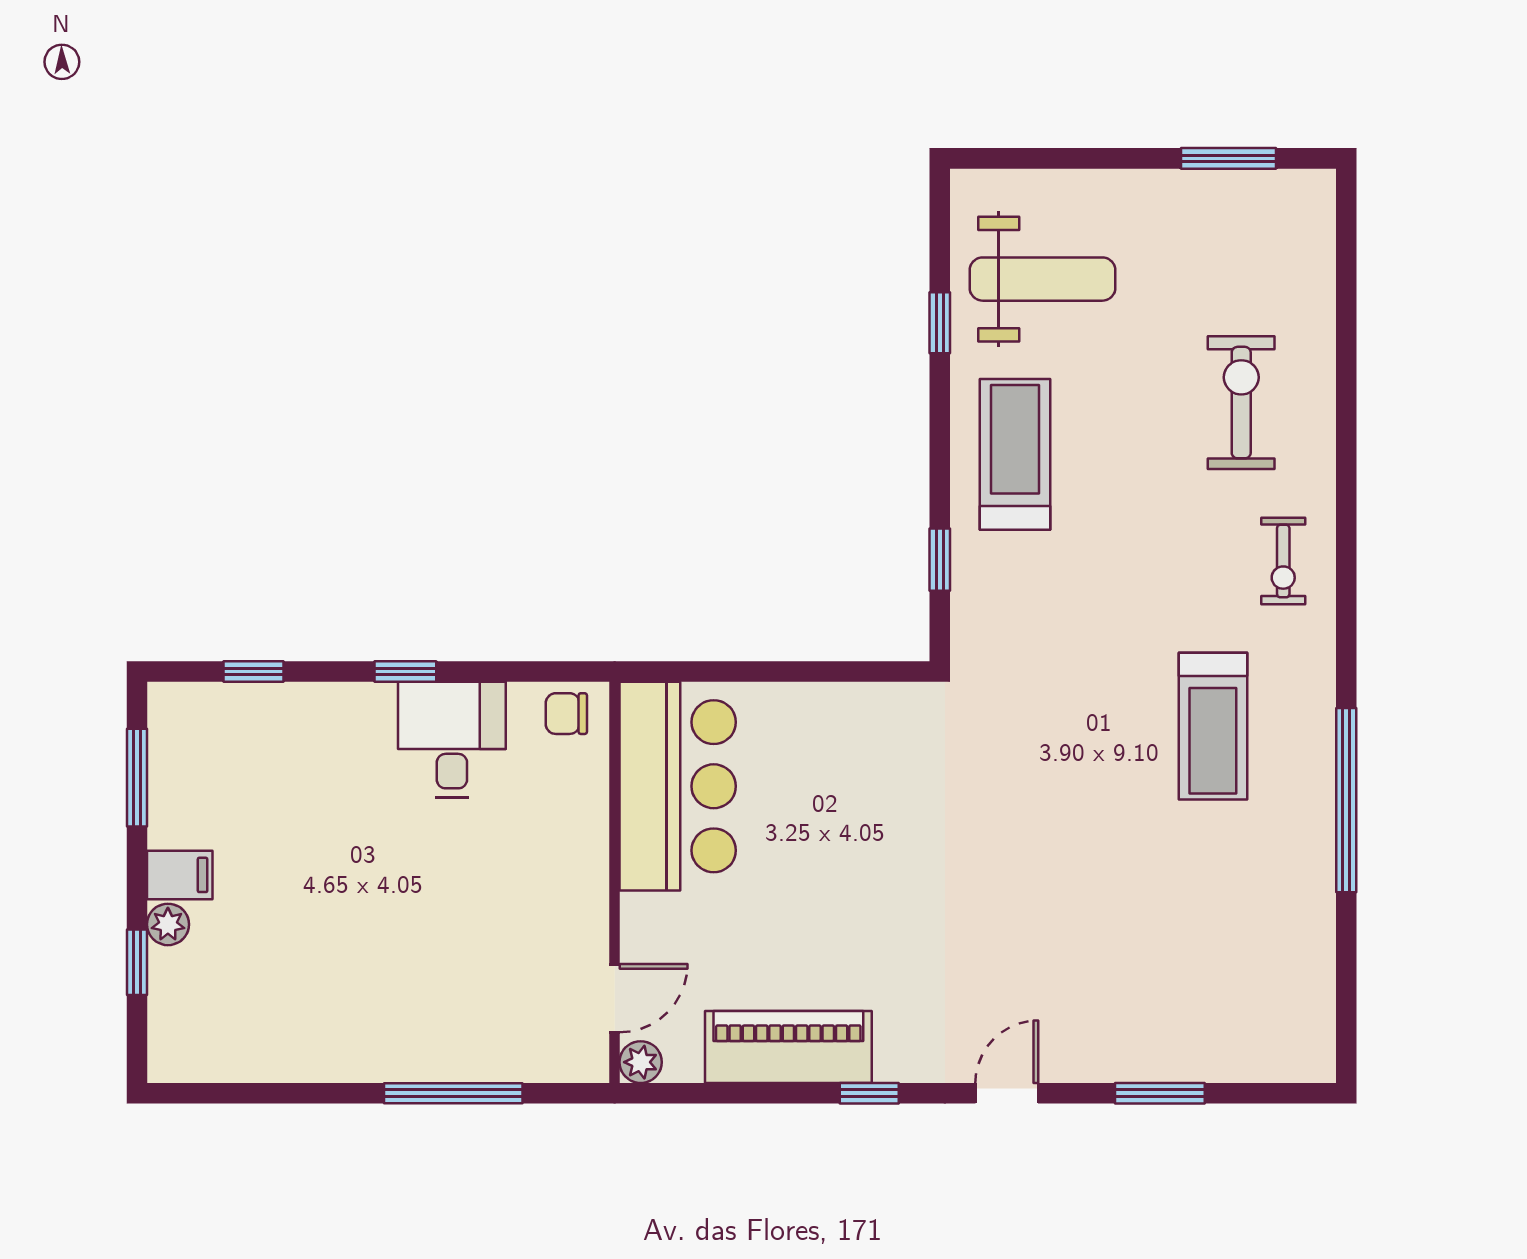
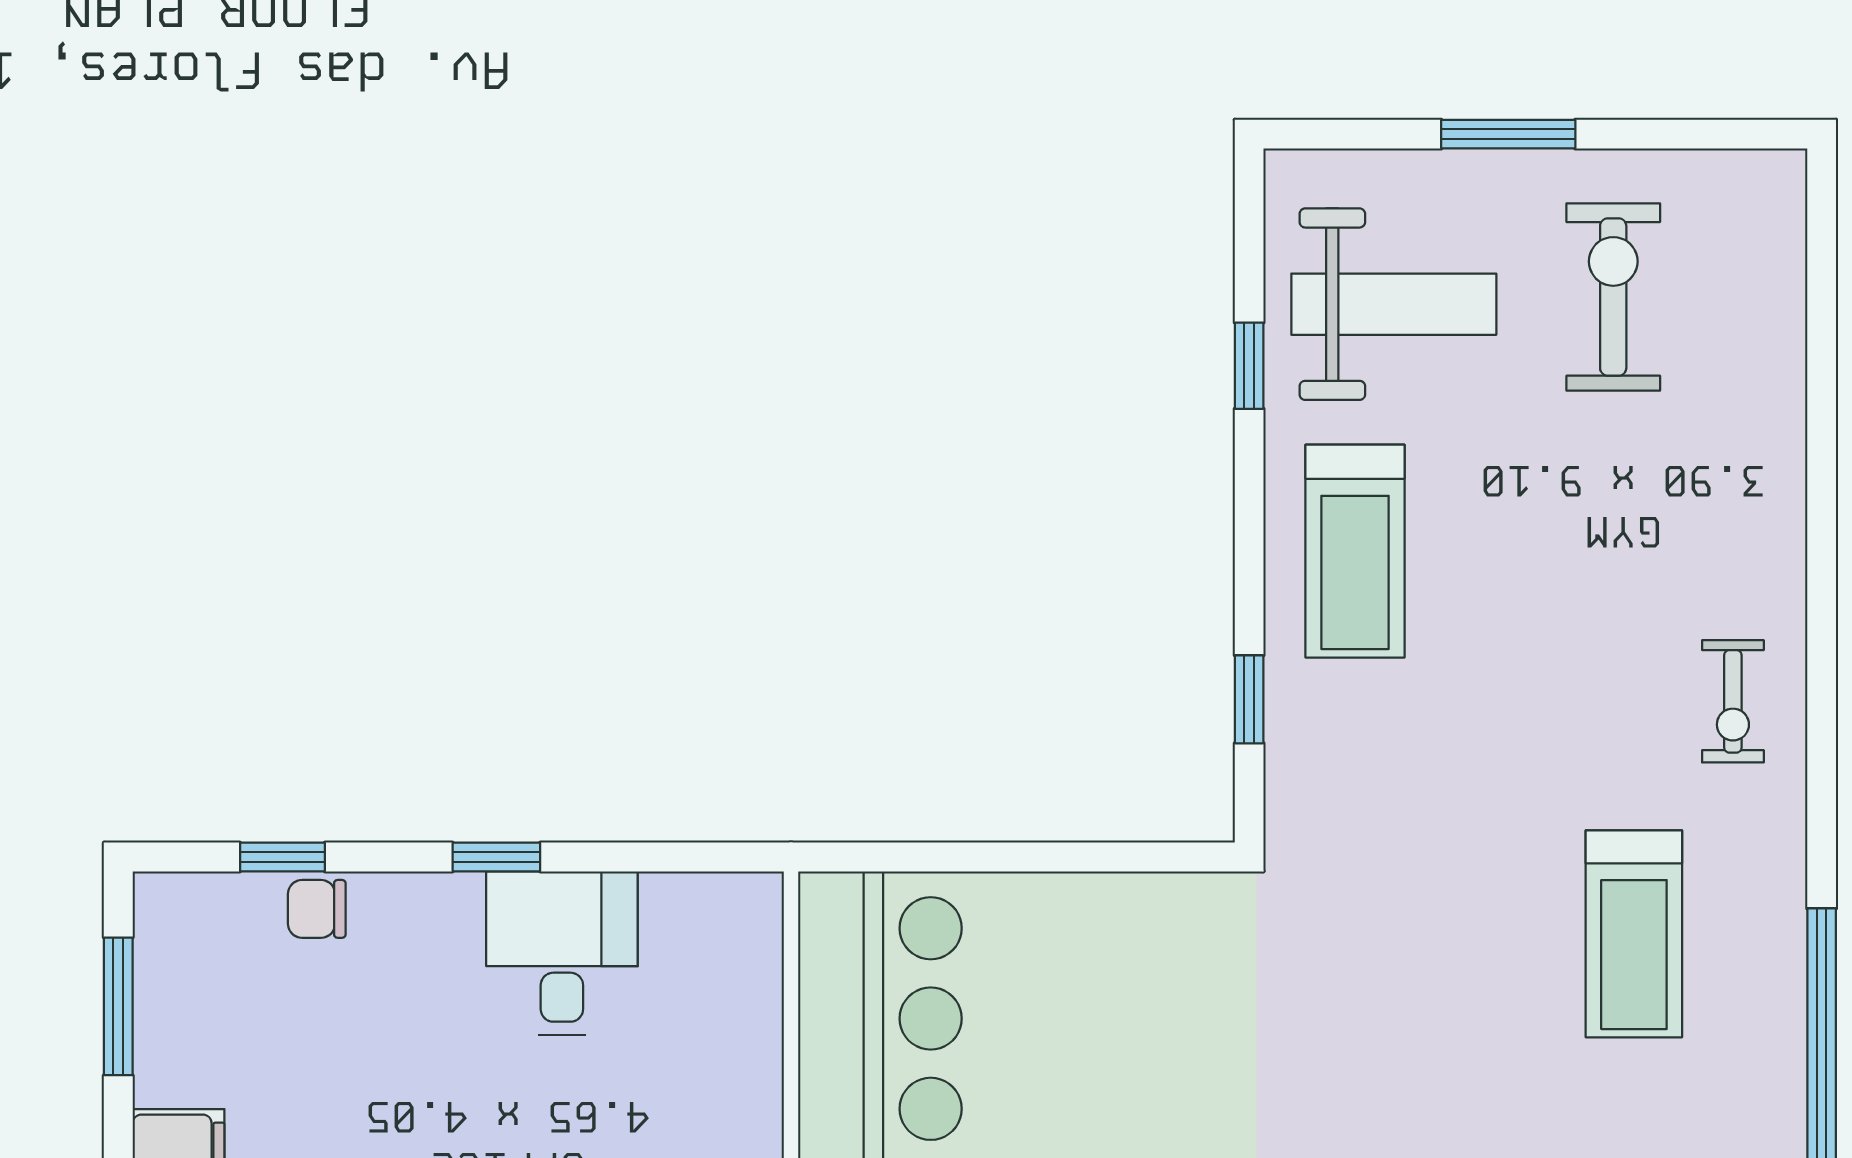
window: (1229, 158) -> (1508, 134), moved
exercise bike: (1241, 403) -> (1613, 297), moved
treadmill: (1015, 454) -> (1355, 551), turned 180
chair: (566, 714) -> (317, 909), moved

